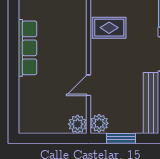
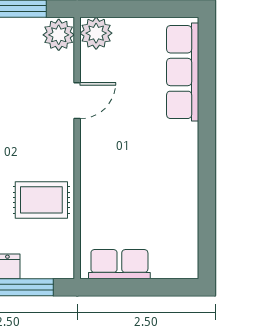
row of seats: (27, 48) -> (183, 72), moved

